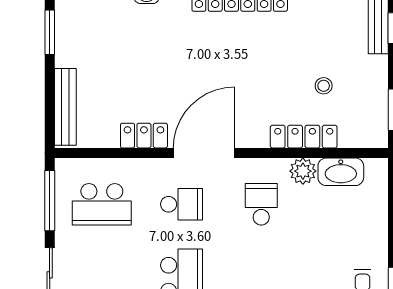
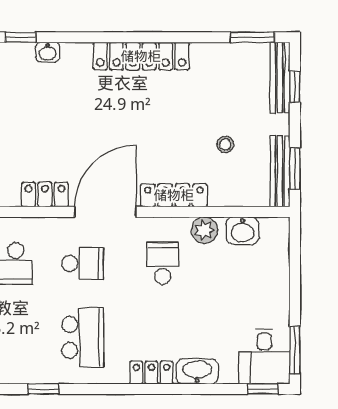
bench: (378, 113) -> (280, 171), added
locker: (304, 137) -> (174, 195), moved
washbasin: (341, 172) -> (242, 231), width x0.72

